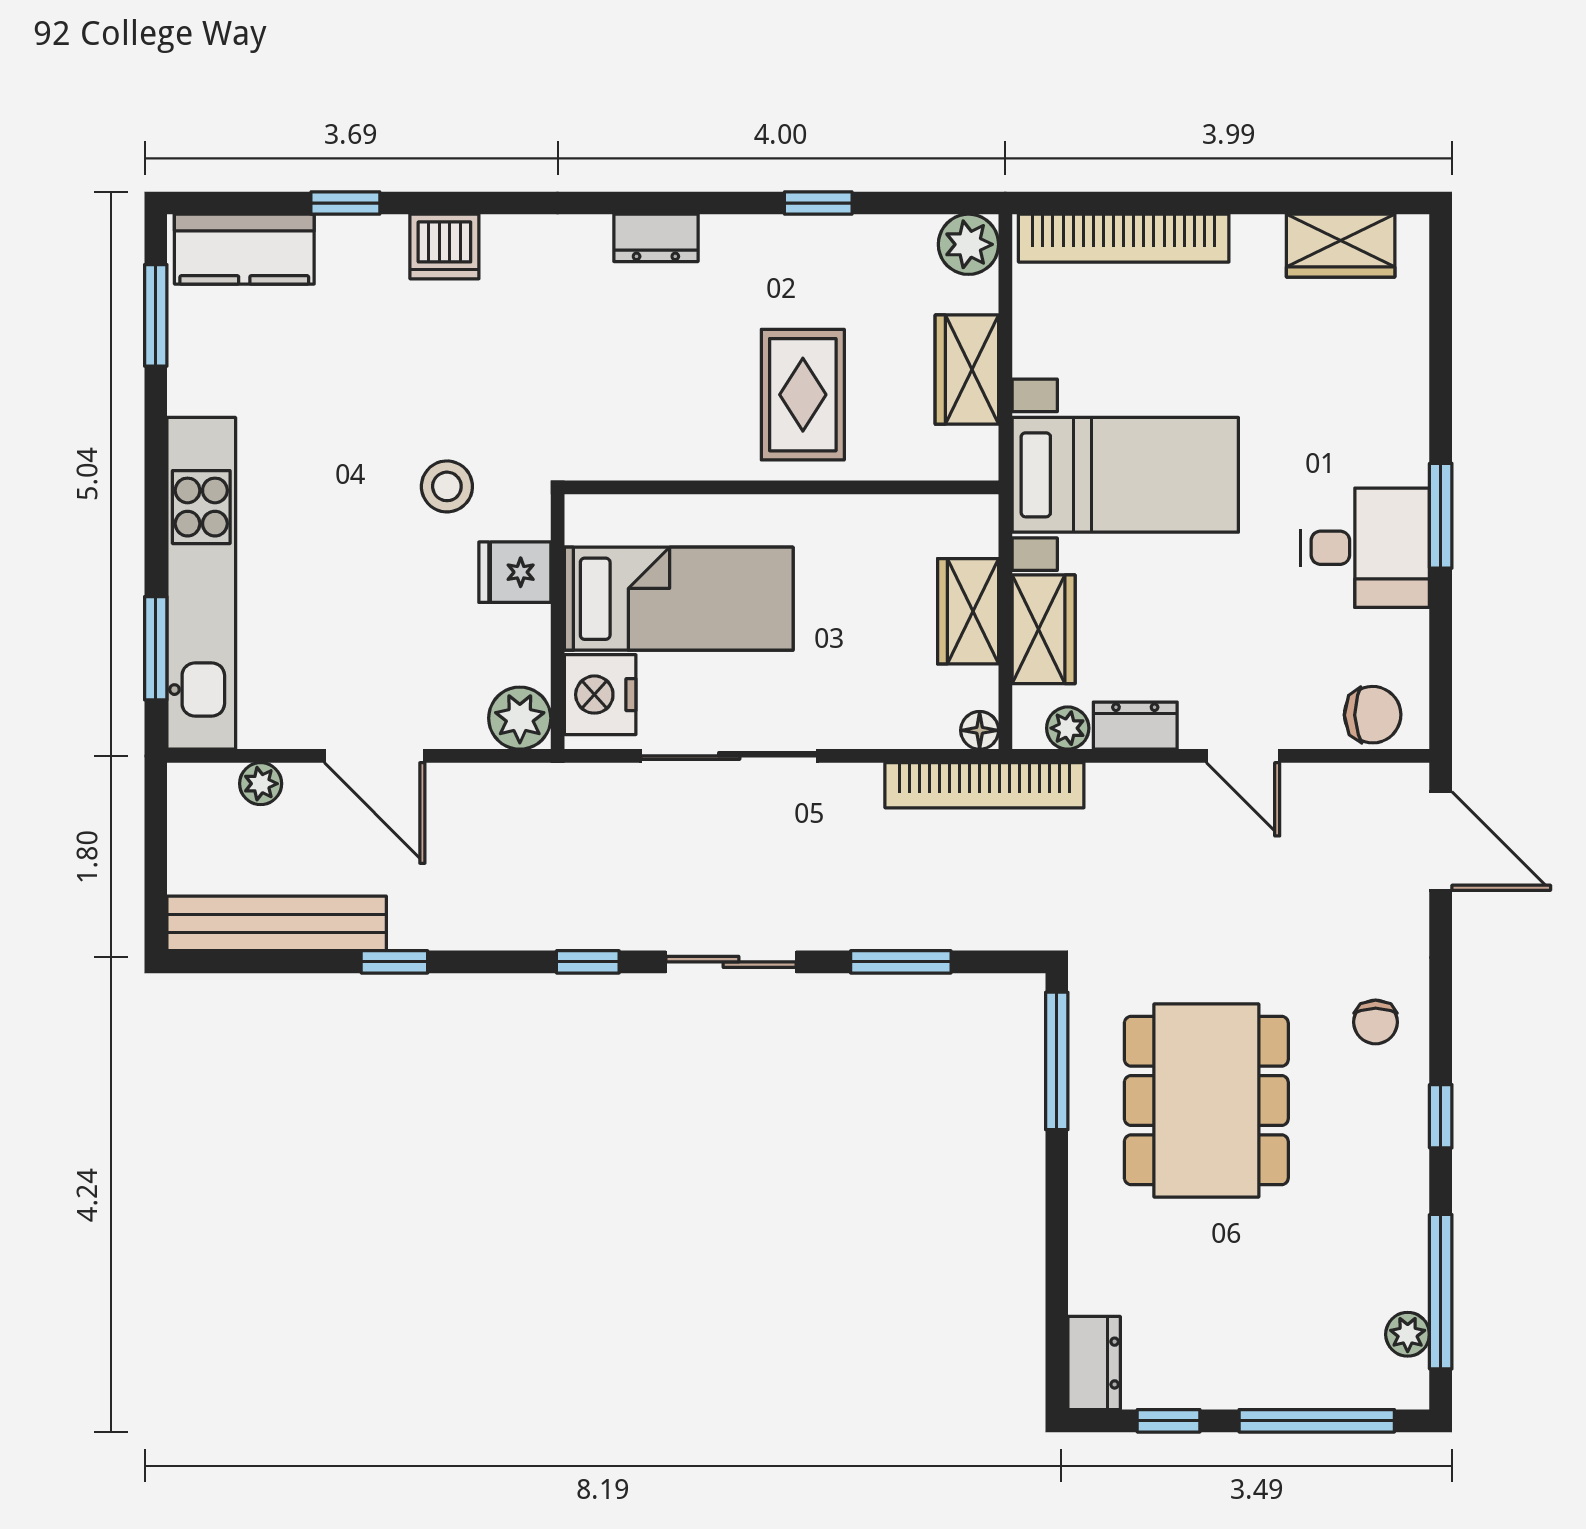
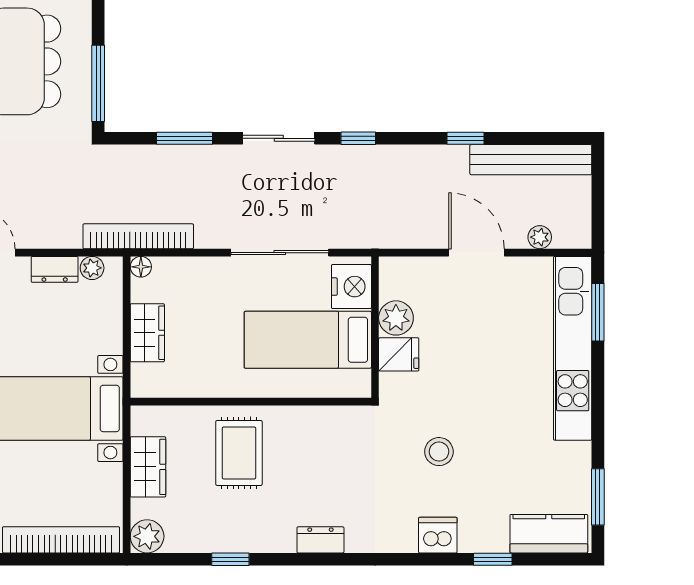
stool: (447, 486) -> (439, 452), moved
wardrobe: (1044, 629) -> (105, 323), removed
plant: (520, 718) -> (396, 318), moved

